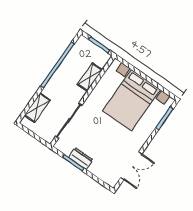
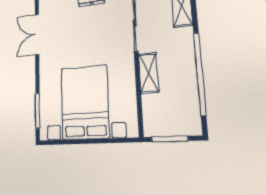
shelving: (90, 77) -> (149, 73), moved

